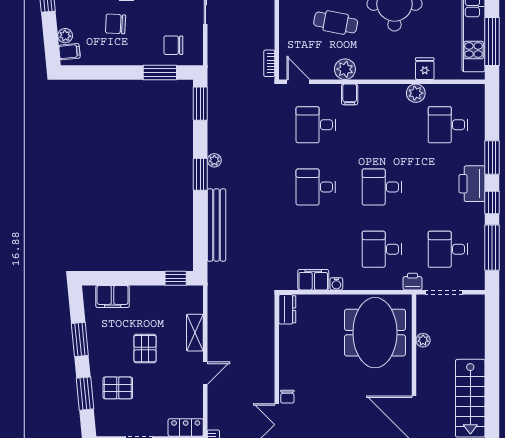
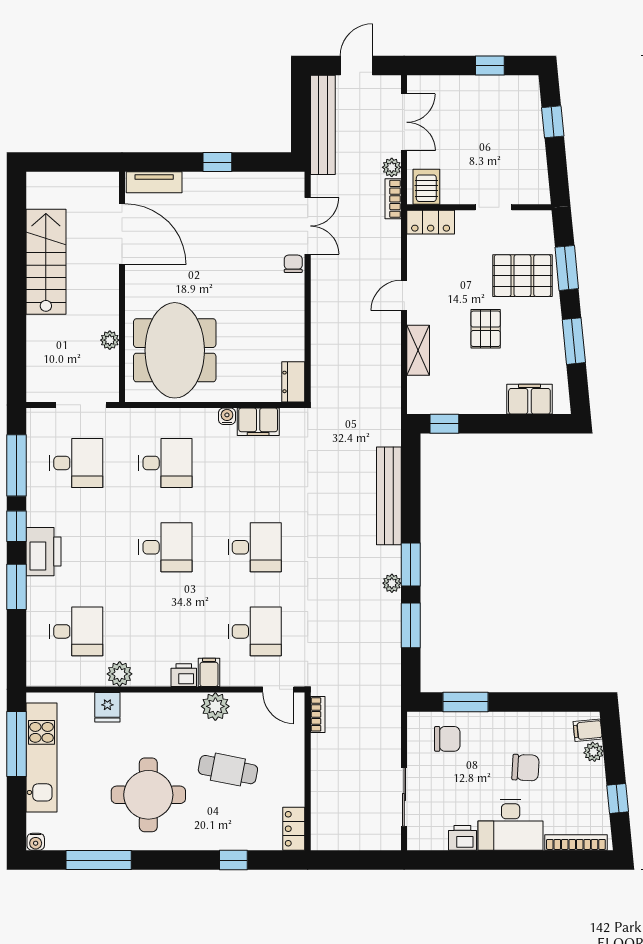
window: (200, 104) -> (411, 625), moved
printer: (413, 282) -> (184, 675), moved, turned 180
pallet: (118, 388) -> (522, 276), width x1.50, depth x1.42

